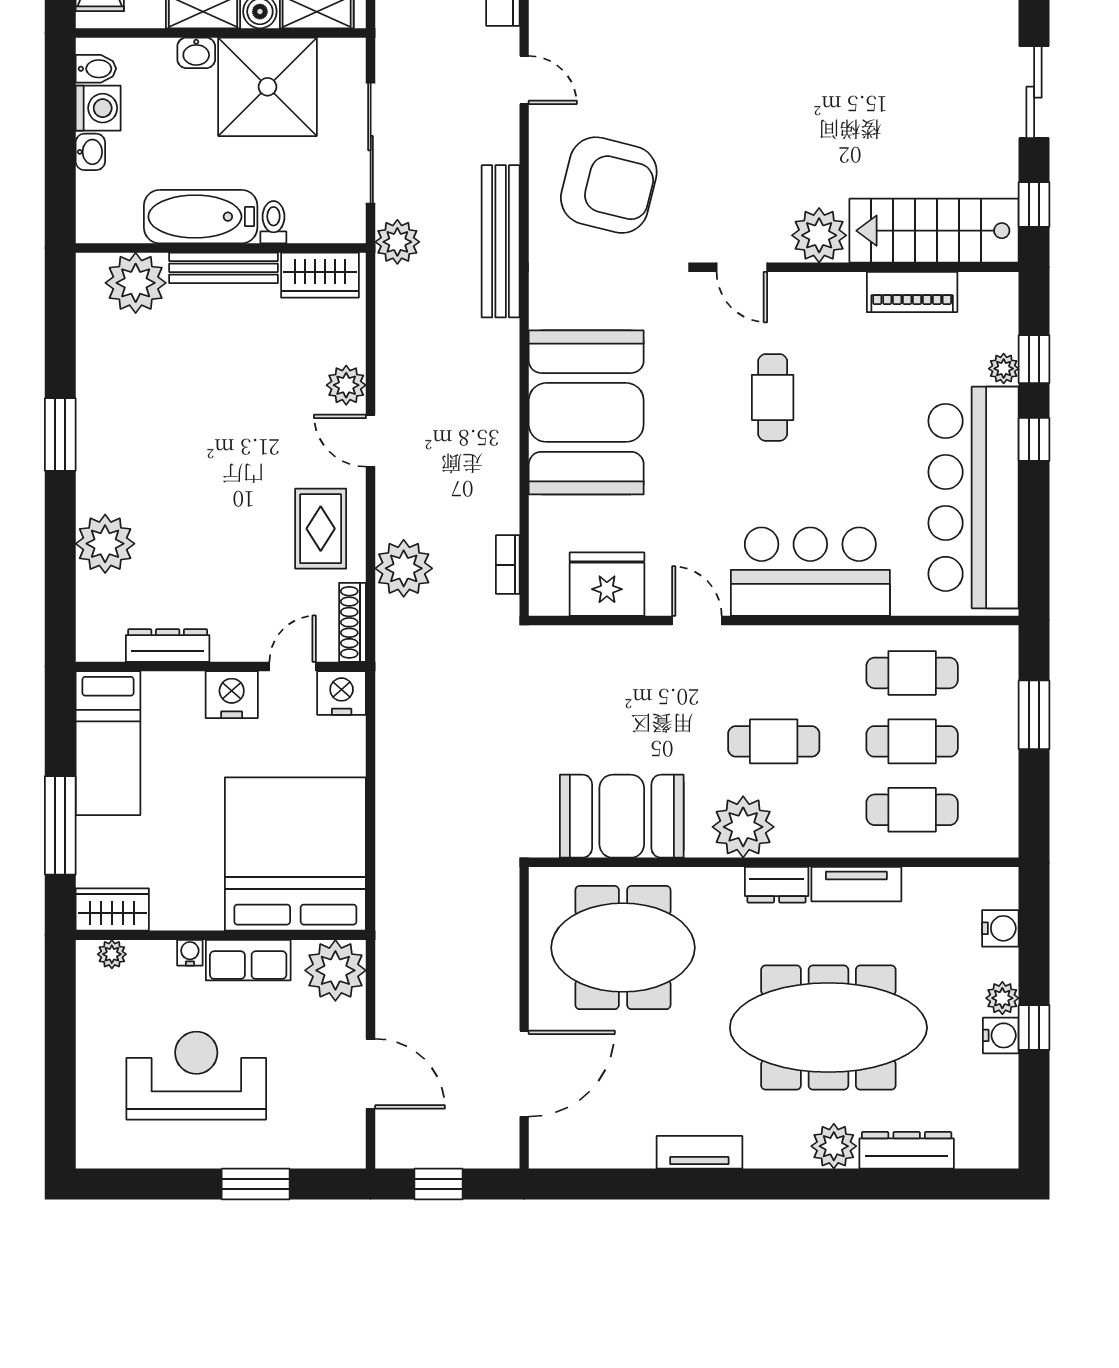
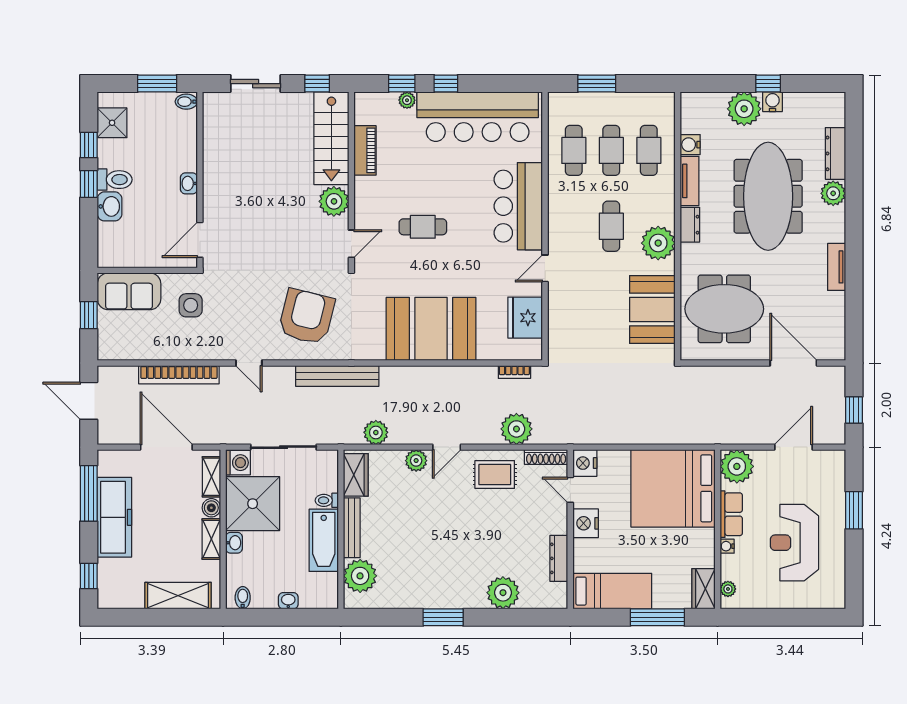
door: (524, 80) -> (249, 363), swing flipped
washing machine: (98, 108) -> (238, 463), moved, turned 90
plant: (397, 242) -> (376, 432), moved
water cooler: (1000, 928) -> (690, 145), moved, turned -90
meeting table: (623, 948) -> (724, 309), turned 90
plant: (1002, 998) -> (744, 109), width x1.88, depth x1.88

